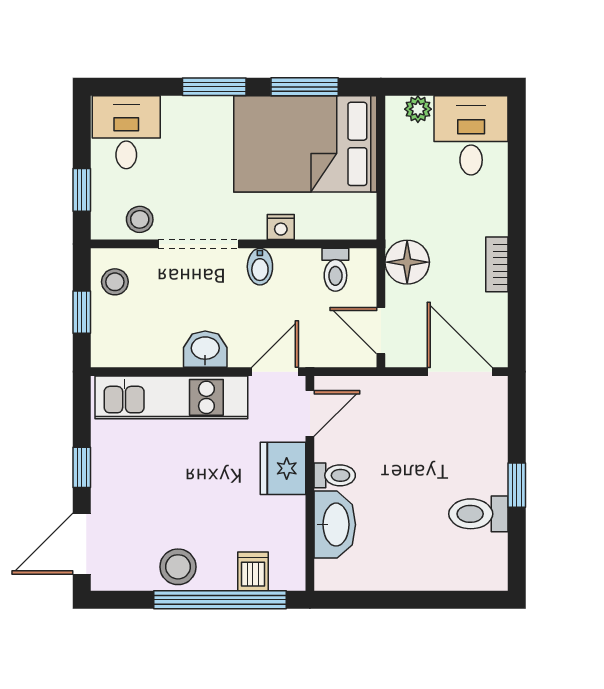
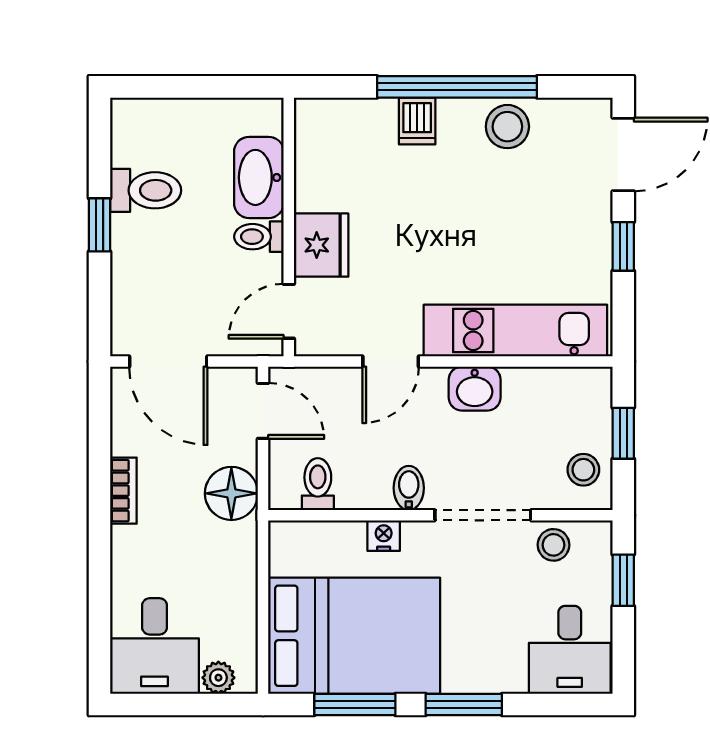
door: (310, 413) -> (289, 311), moved
fridge: (283, 468) -> (321, 245), moved
toilet: (335, 475) -> (259, 237), moved
wall: (310, 483) -> (289, 227), moved
washbasin: (335, 525) -> (259, 177), moved

